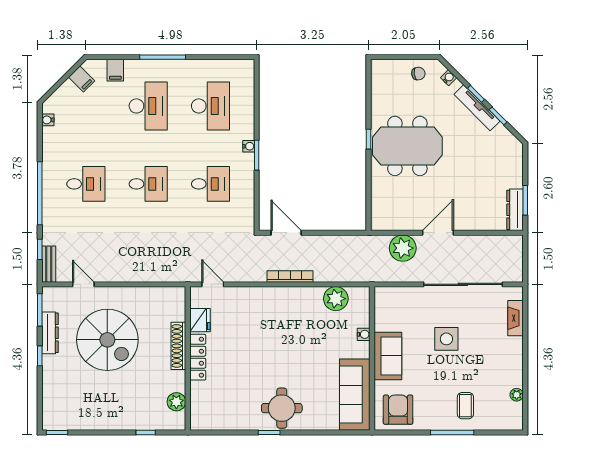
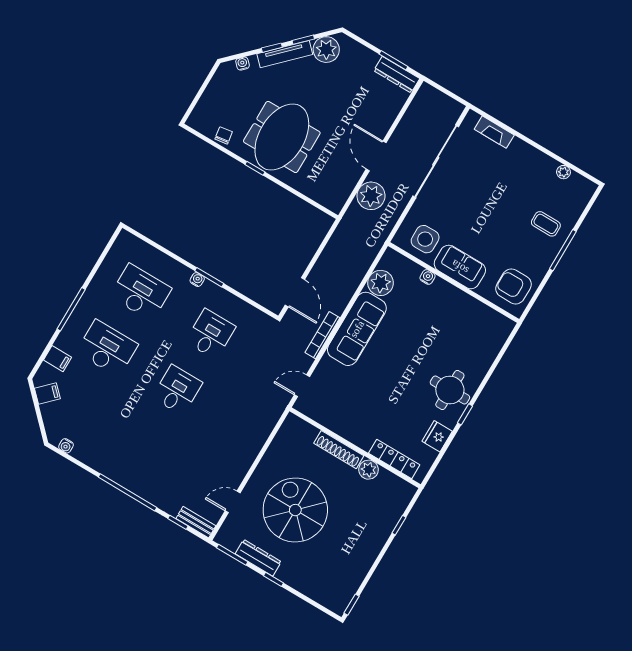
chair: (418, 74) -> (224, 135), moved
plant: (501, 140) -> (326, 50), added
desk: (86, 184) -> (144, 446), removed
door: (286, 233) -> (295, 292), swing flipped
bookcase: (290, 276) -> (322, 335), moved
fridge: (200, 320) -> (437, 436), moved, turned -90
side table: (446, 339) -> (425, 239), moved
spiral stairs: (107, 340) -> (295, 510), turned -90
locker: (198, 357) -> (394, 459), moved
sofa: (355, 395) -> (357, 329), moved, turned -90
plant: (176, 402) -> (369, 470), moved

